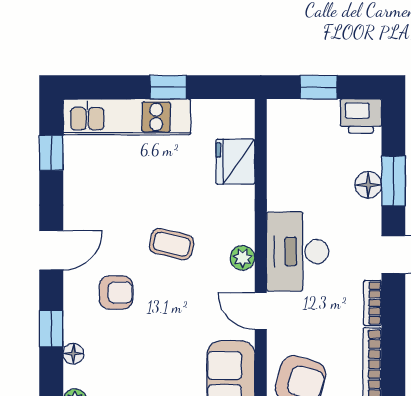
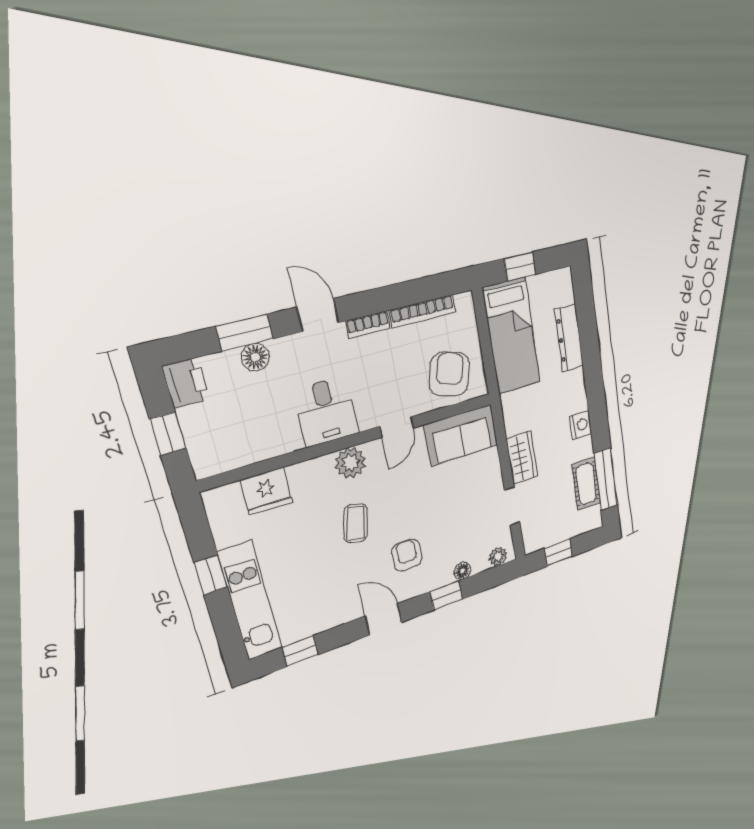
desk: (298, 251) -> (326, 412), width x0.73
plant: (243, 258) -> (350, 463), width x1.38, depth x1.38

